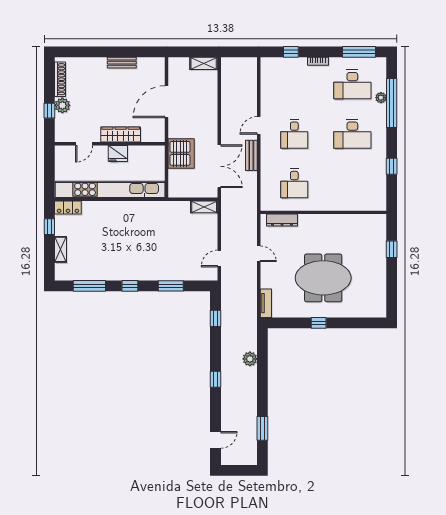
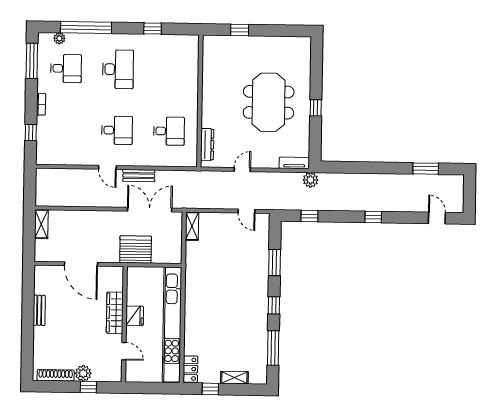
desk: (352, 84) -> (66, 68), width x0.73
plant: (381, 98) -> (59, 38), moved
plant: (250, 359) -> (311, 180), moved

